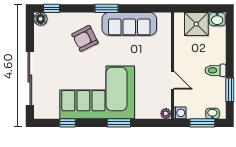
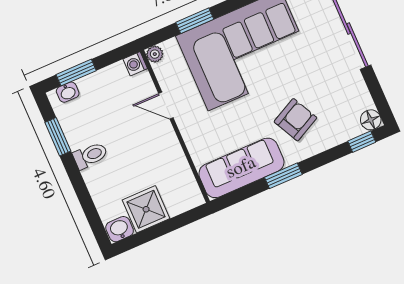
wall: (172, 66) -> (175, 126), moved
door: (172, 80) -> (166, 106), moved
washing machine: (180, 113) -> (135, 64), moved
plant: (166, 114) -> (155, 54), moved

